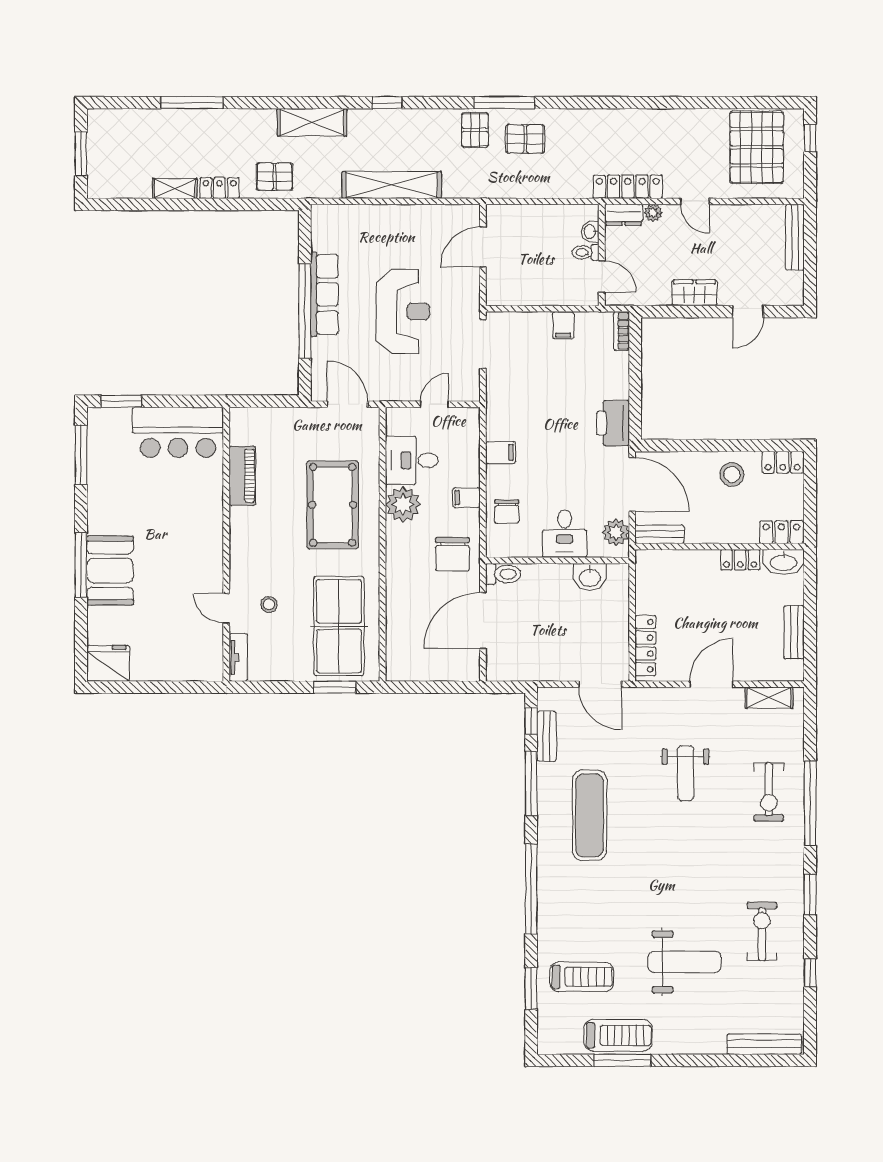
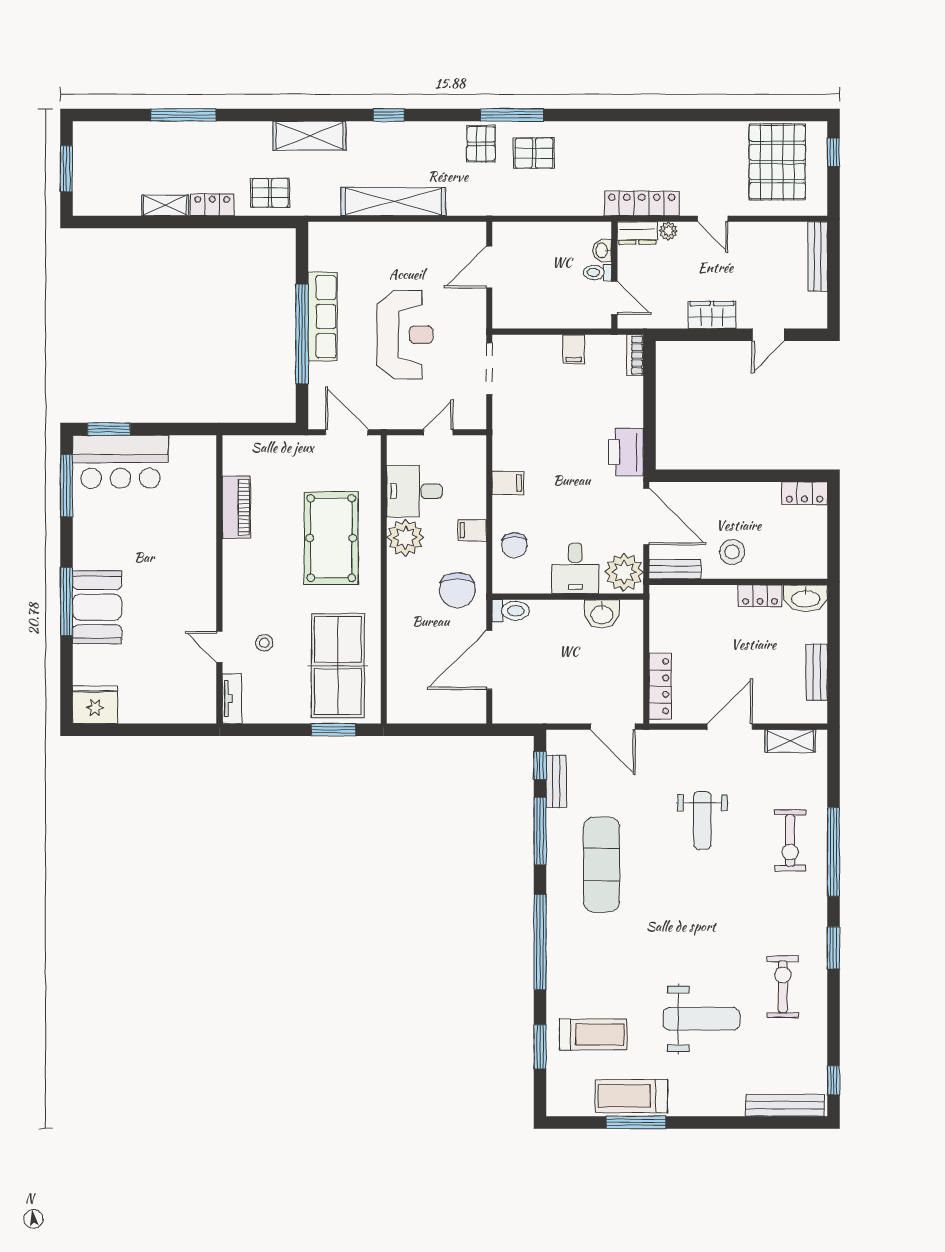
bar counter: (178, 432) -> (120, 462), moved
stool: (732, 474) -> (732, 552), moved
plant: (616, 532) -> (624, 572), width x1.36, depth x1.36
locker: (781, 532) -> (803, 567), removed
window: (810, 973) -> (833, 1080), moved
treadmill: (618, 1035) -> (631, 1096), turned 180

